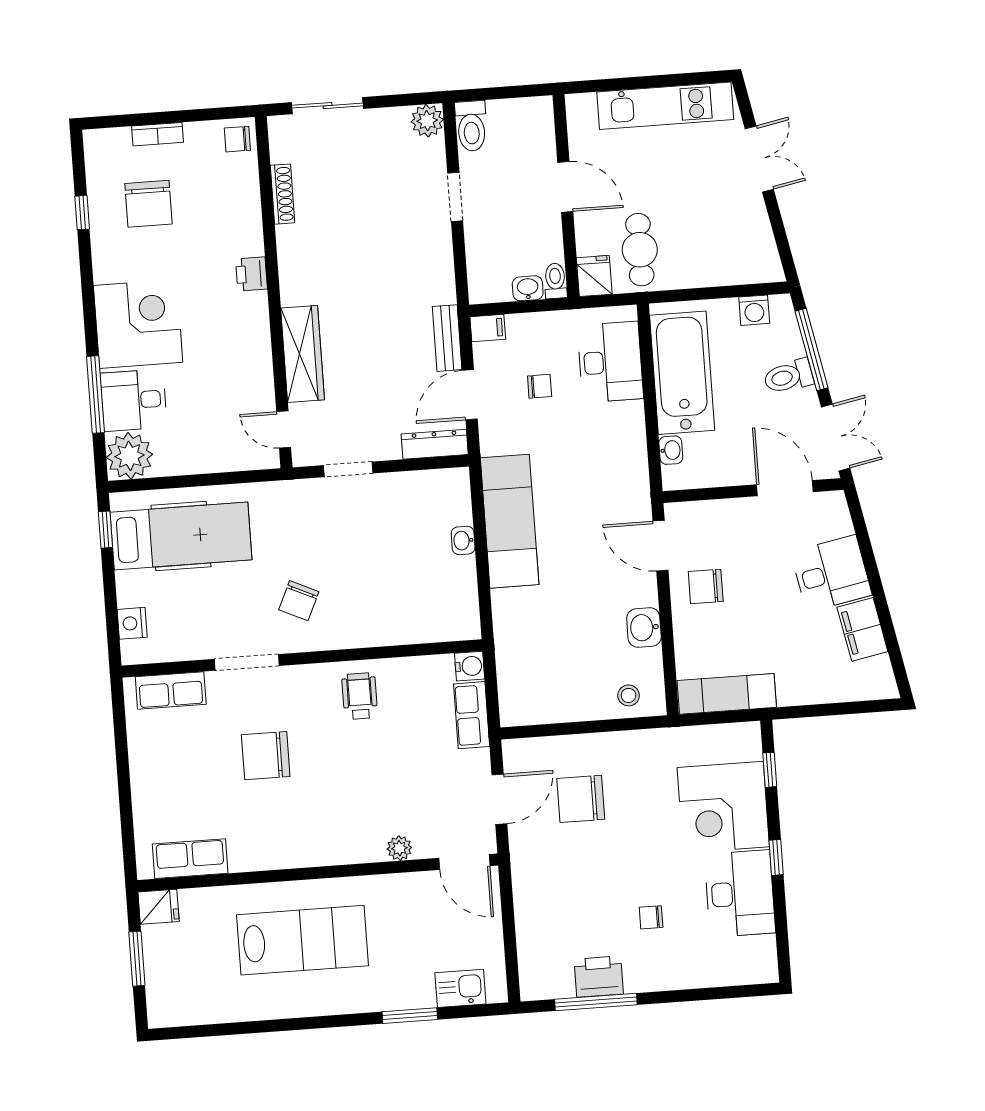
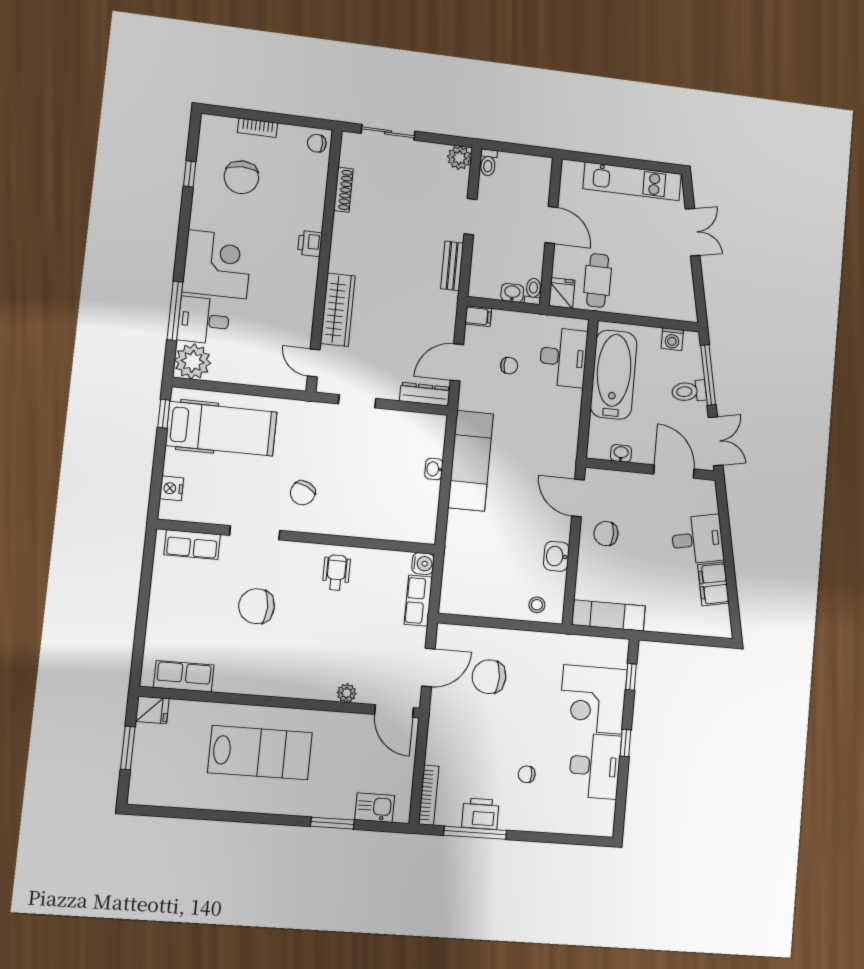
toilet: (471, 126) -> (488, 163), width x0.73, depth x0.72
bench: (447, 338) -> (452, 266), moved
washbasin: (671, 450) -> (621, 453), moved, turned -90
bookcase: (527, 963) -> (429, 795), added

